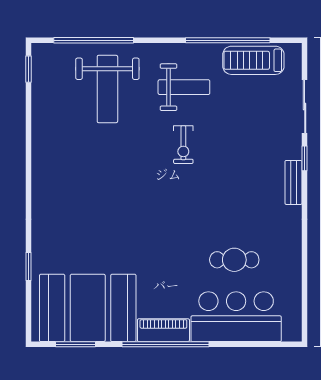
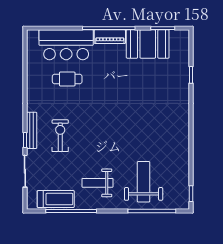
exercise bike: (183, 145) -> (60, 136), moved, width x1.38, depth x1.39
bench: (293, 182) -> (32, 130), width x1.36
booth: (88, 308) -> (148, 44), width x0.73, depth x0.70

